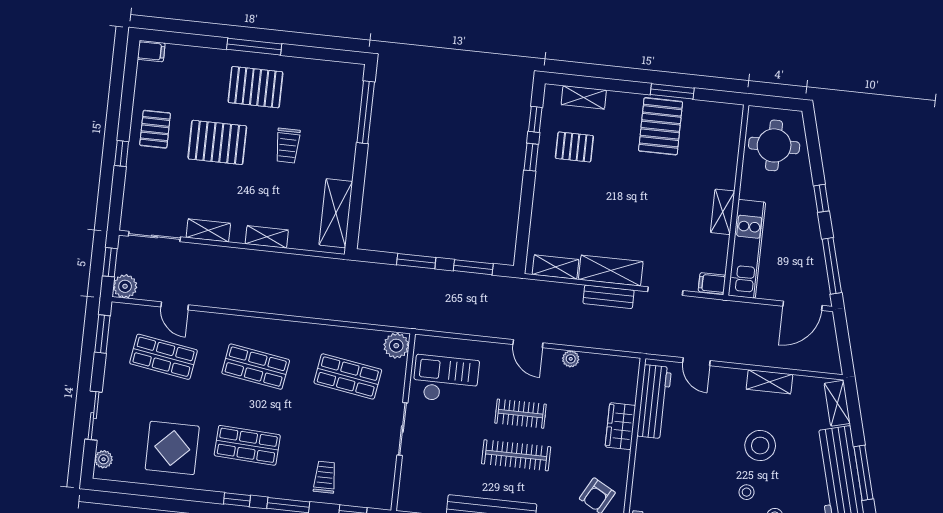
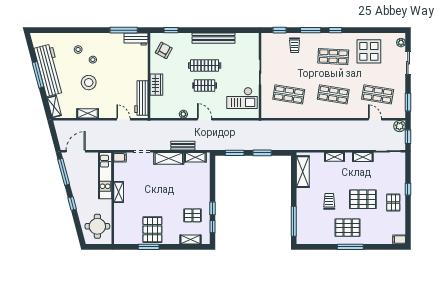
bench: (609, 297) -> (183, 146), moved
plant: (396, 346) -> (267, 112), removed

